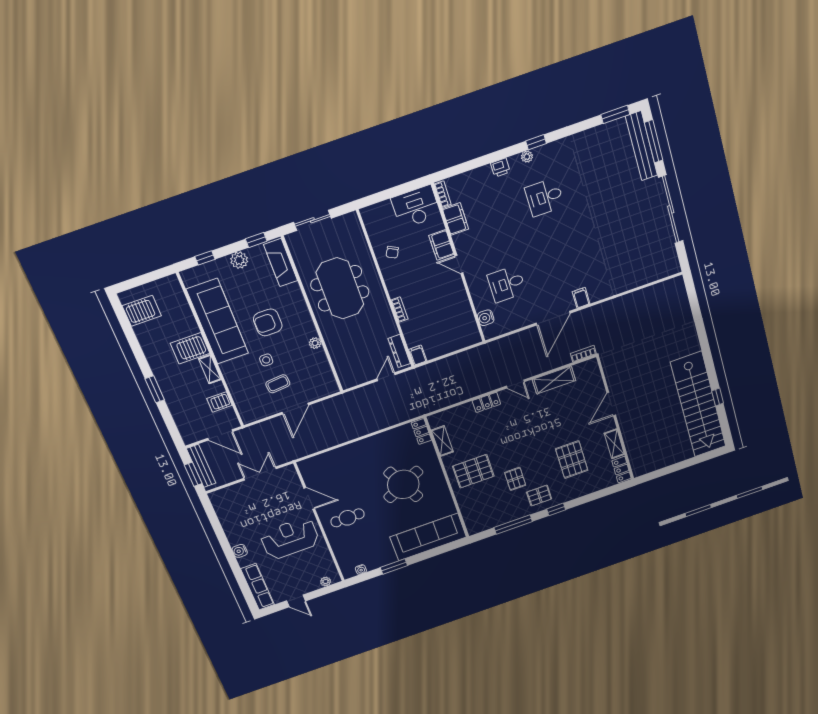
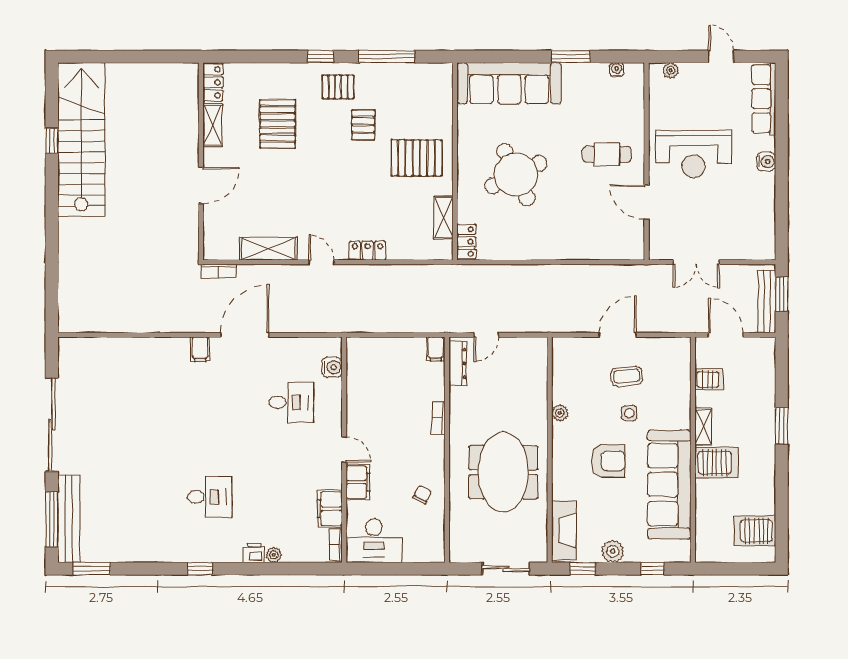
plant: (527, 157) -> (274, 555), moved

